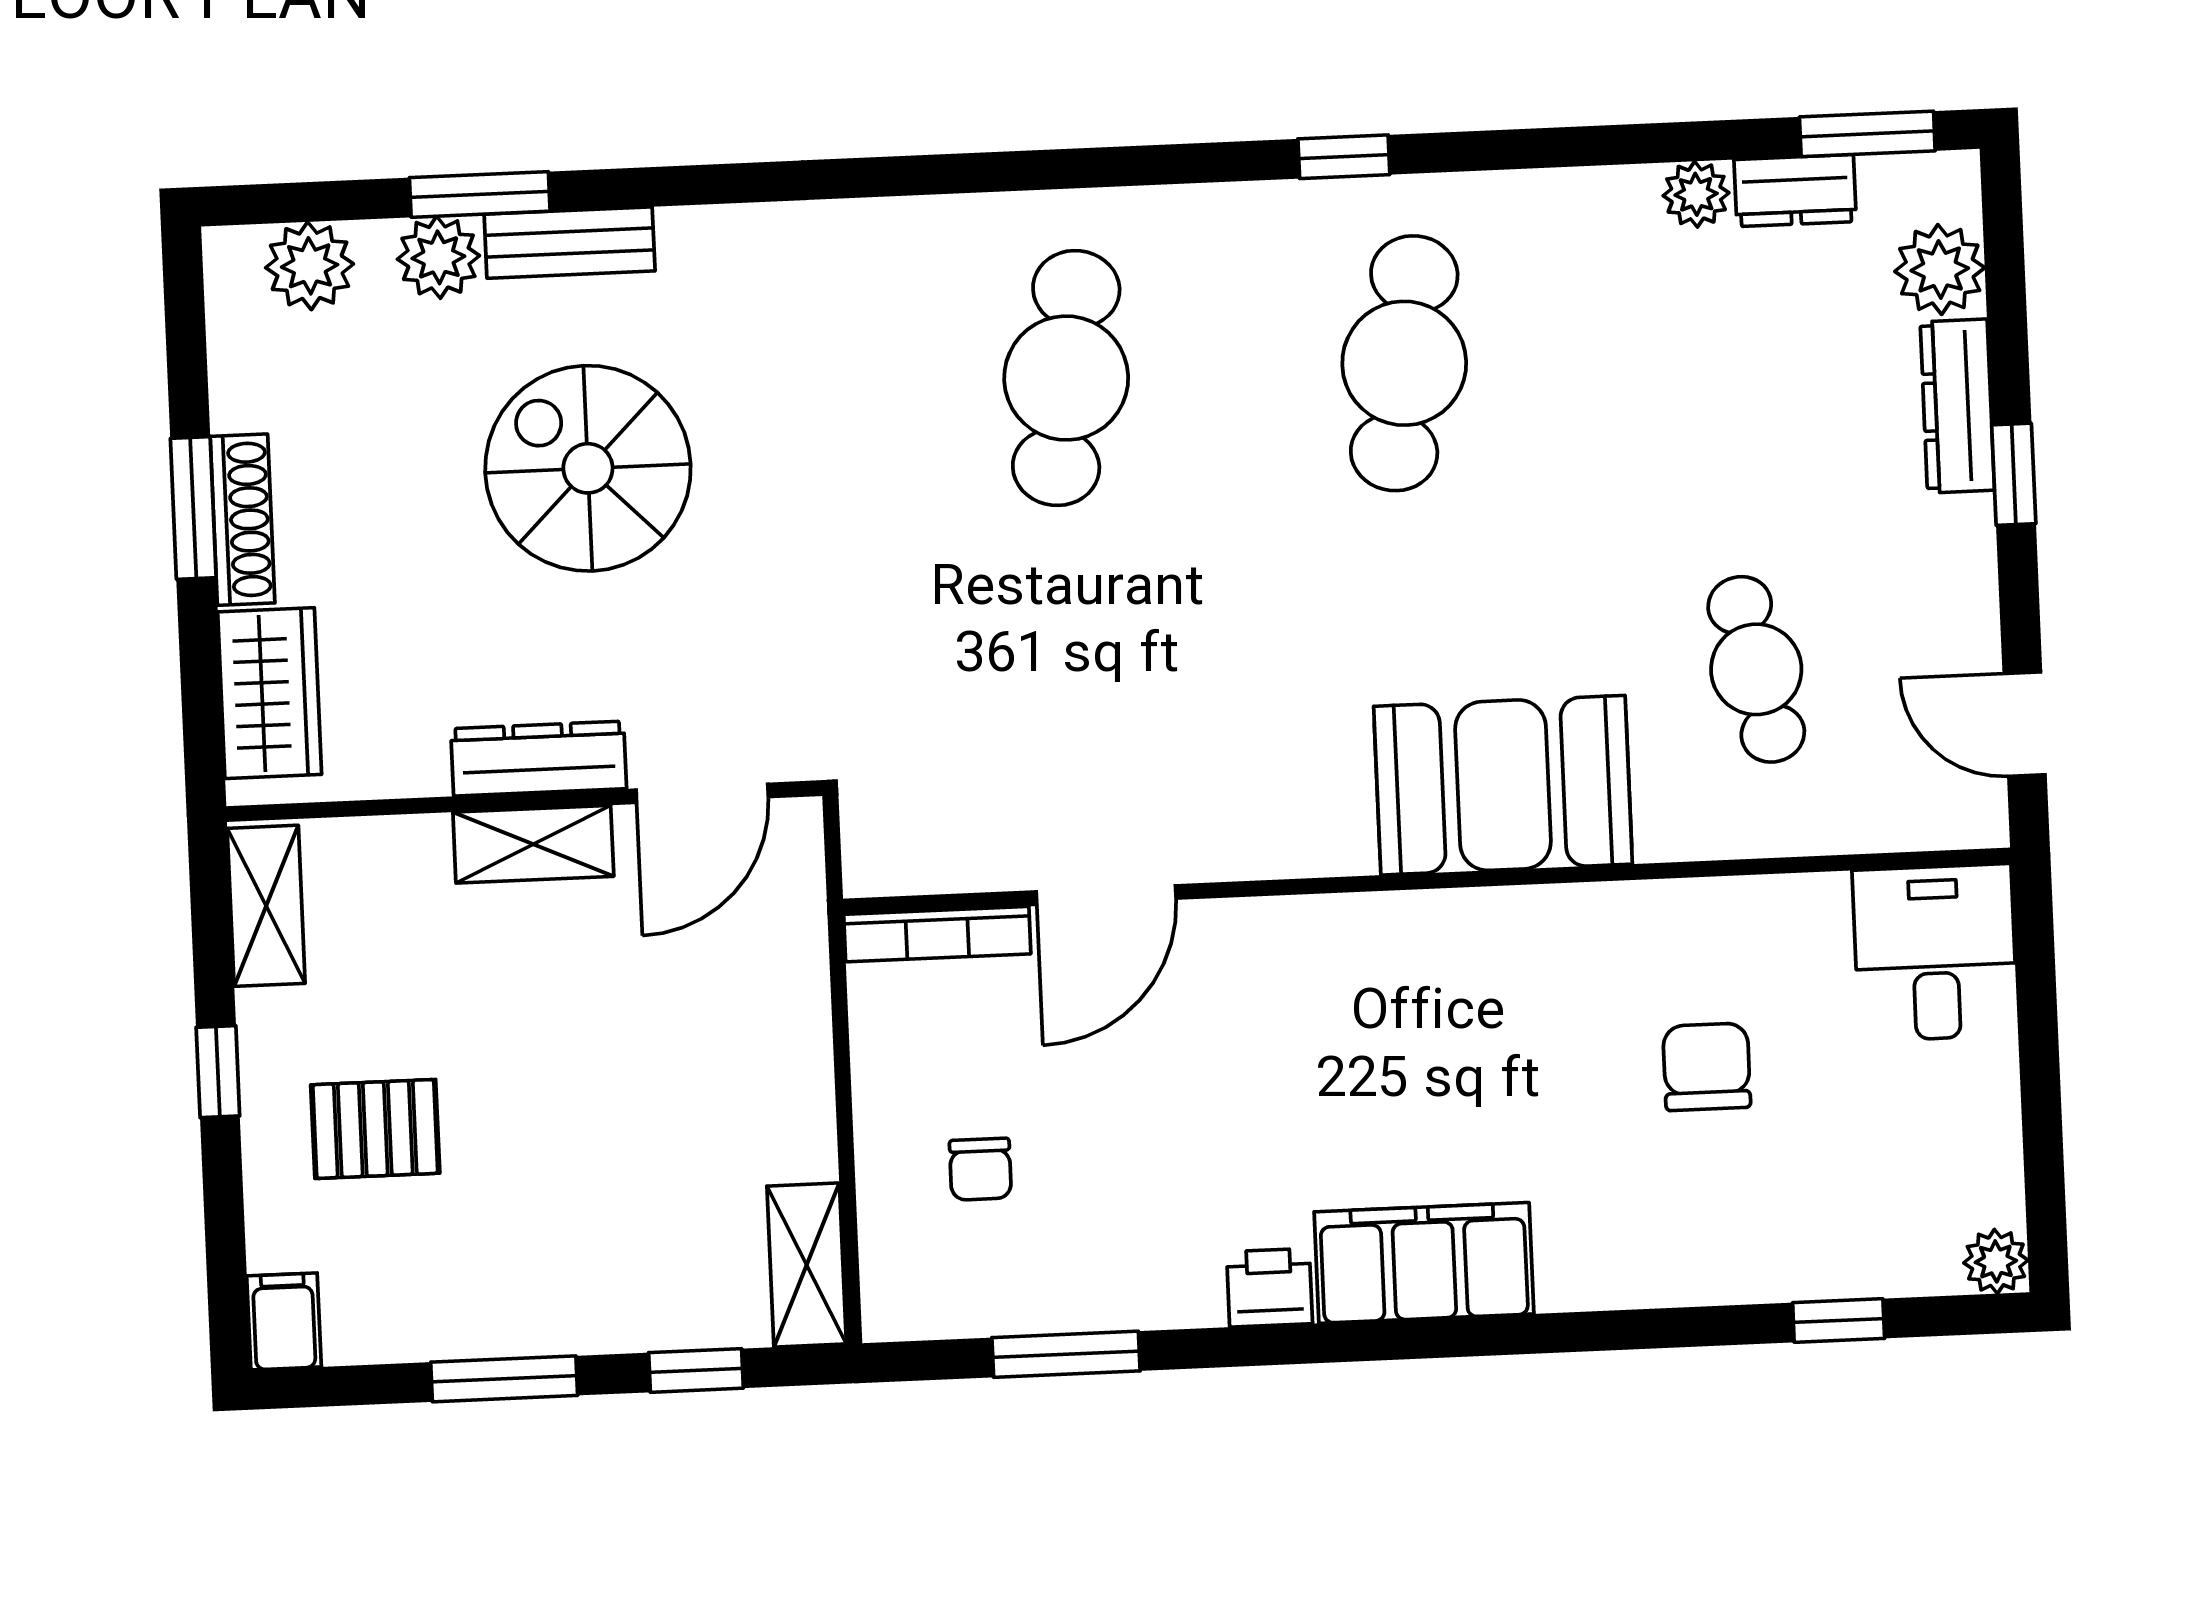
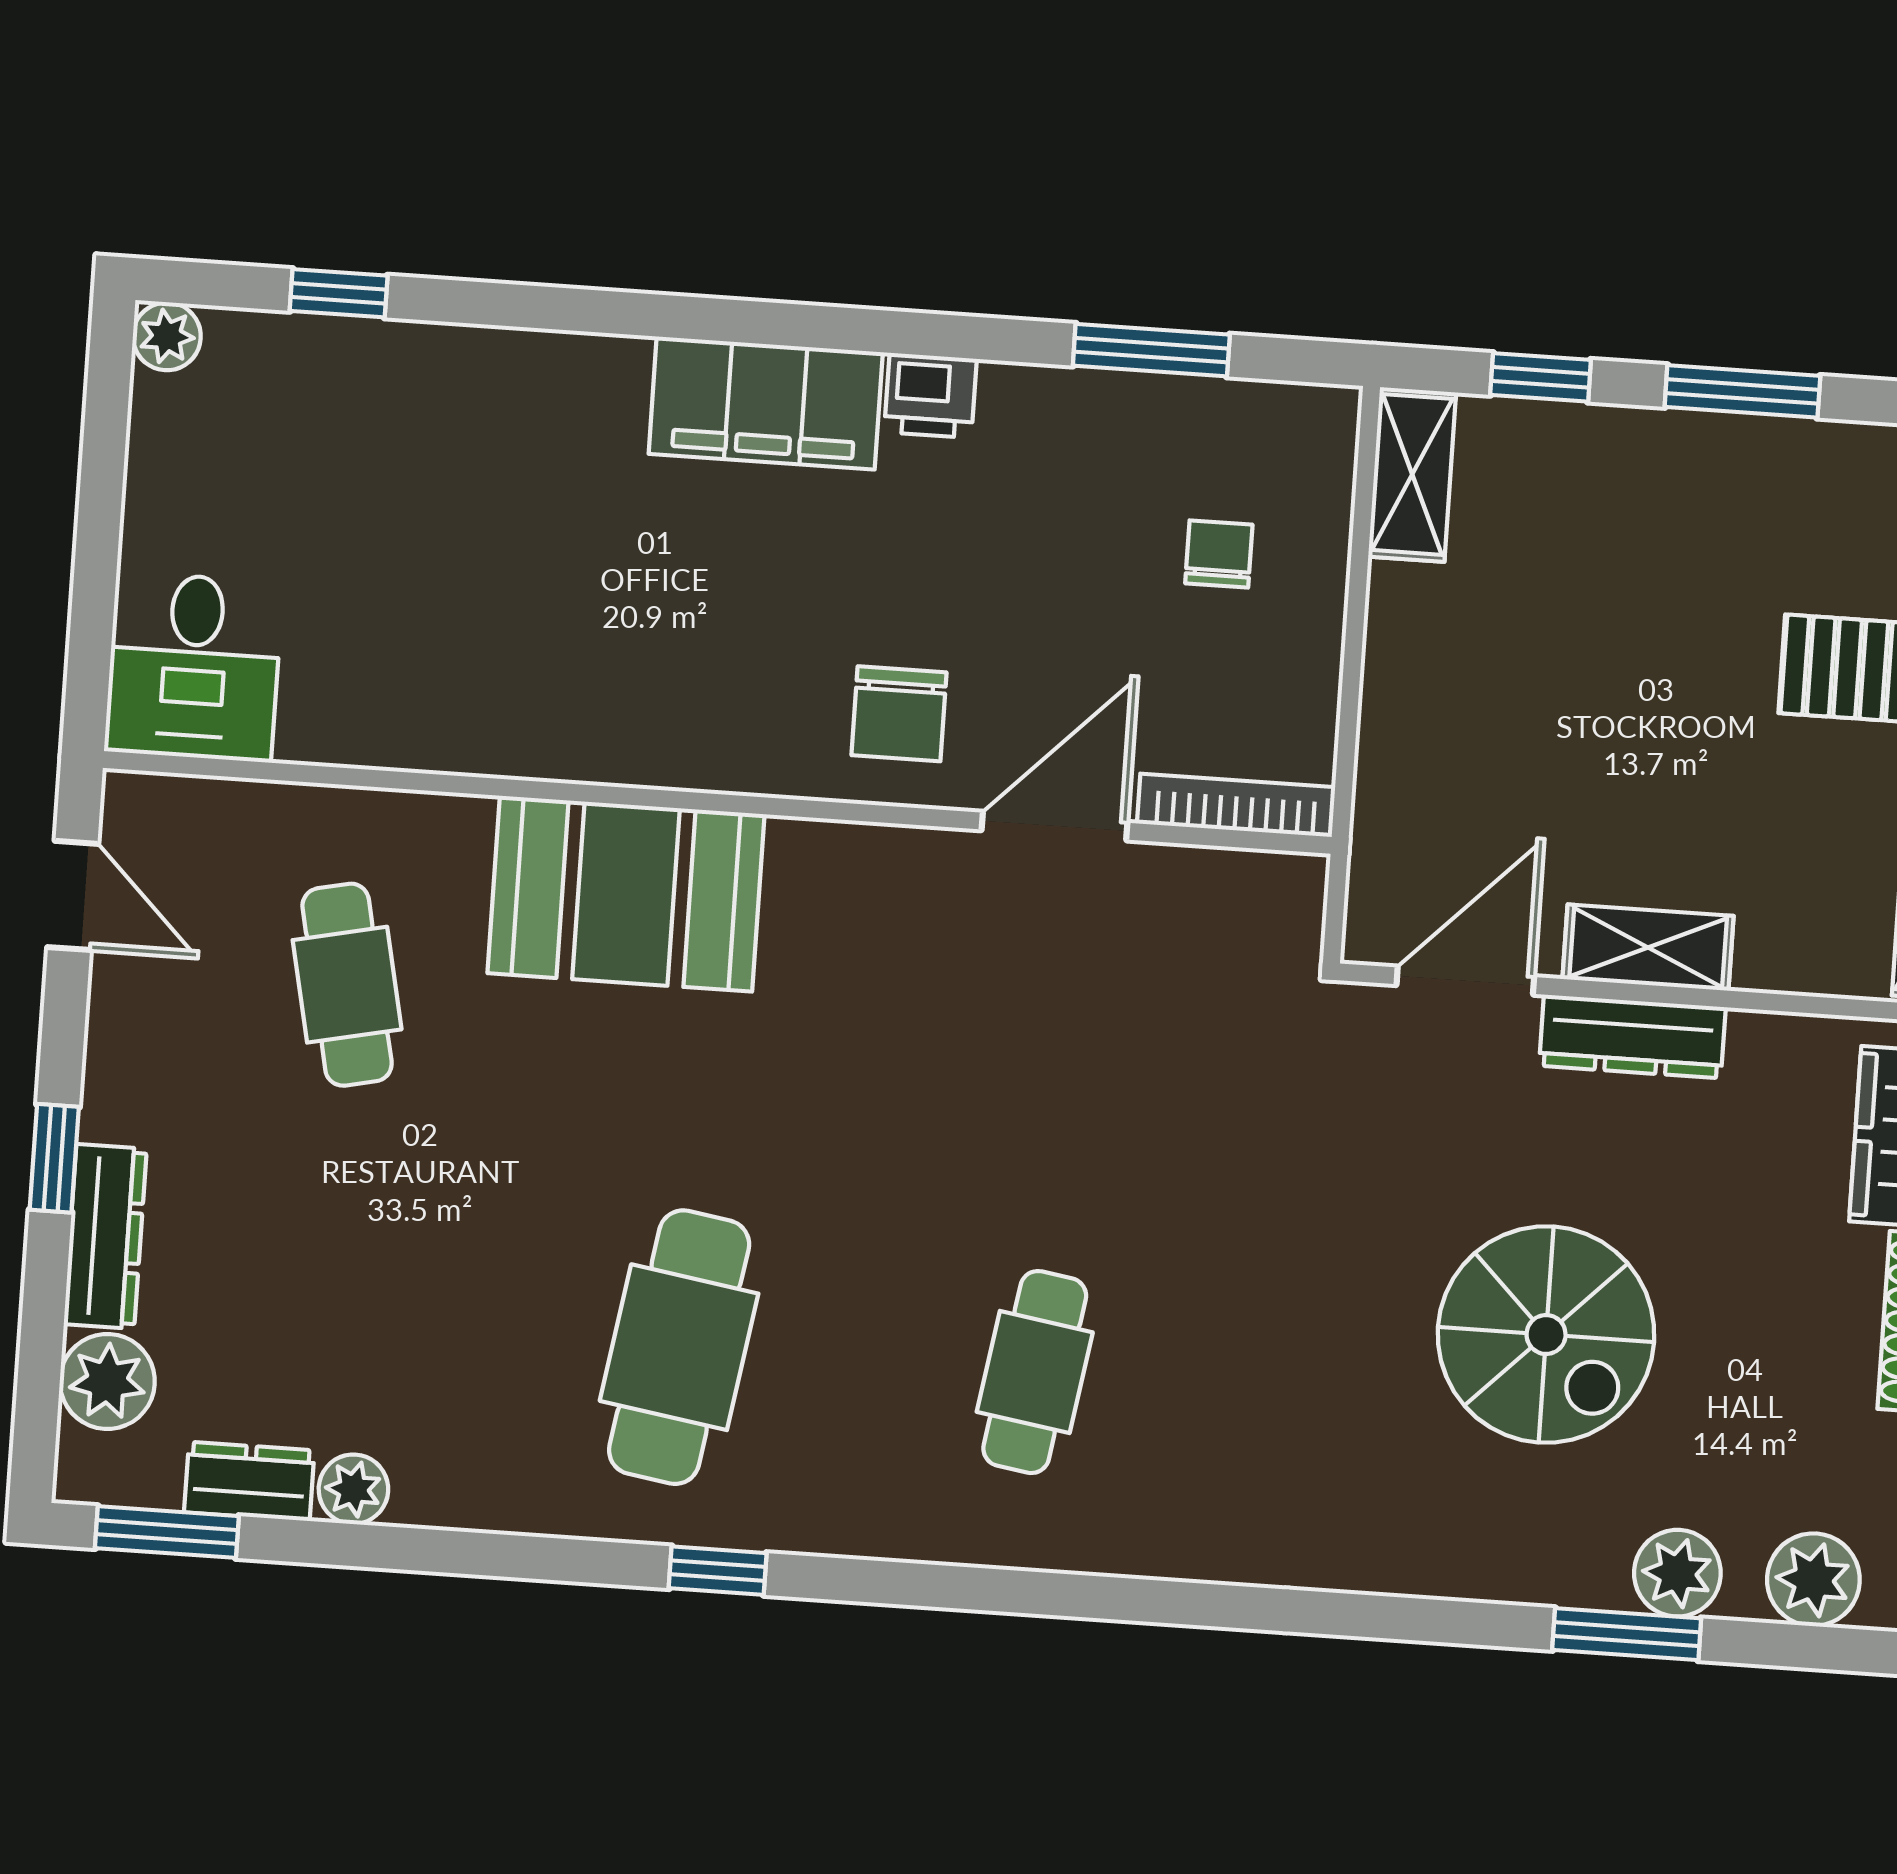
bench: (570, 243) -> (1538, 1573), removed
cafe table: (1066, 378) -> (1035, 1372), width x0.73, depth x0.74
chair: (1707, 1067) -> (899, 714), moved

